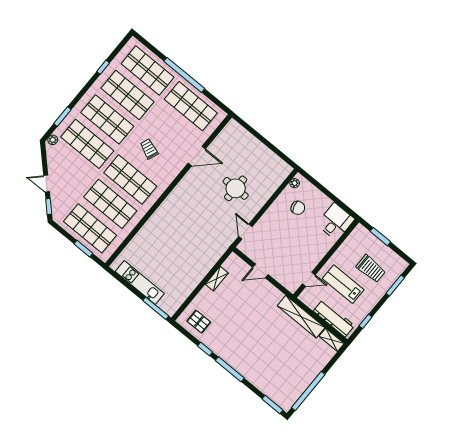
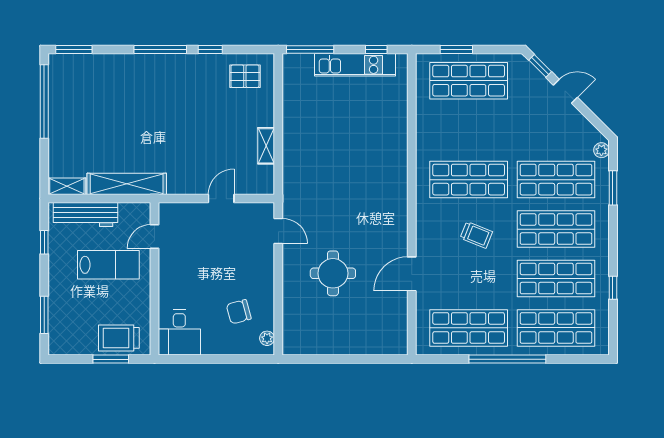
shop shelf: (110, 204) -> (469, 130), removed
trolley: (371, 269) -> (119, 338), moved
window: (123, 281) -> (376, 50), added

